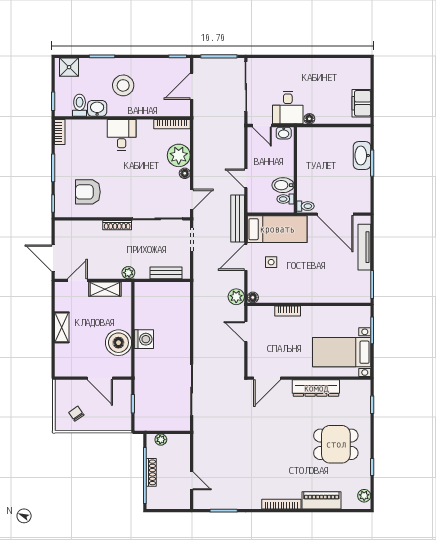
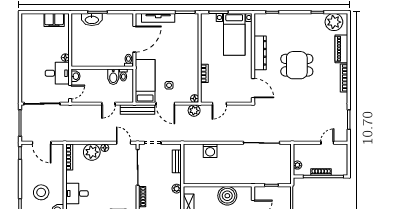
washing machine: (144, 339) -> (210, 151), moved, turned 180
dining table: (336, 444) -> (297, 65), moved, turned 90
plant: (364, 496) -> (334, 22), width x1.87, depth x1.87

